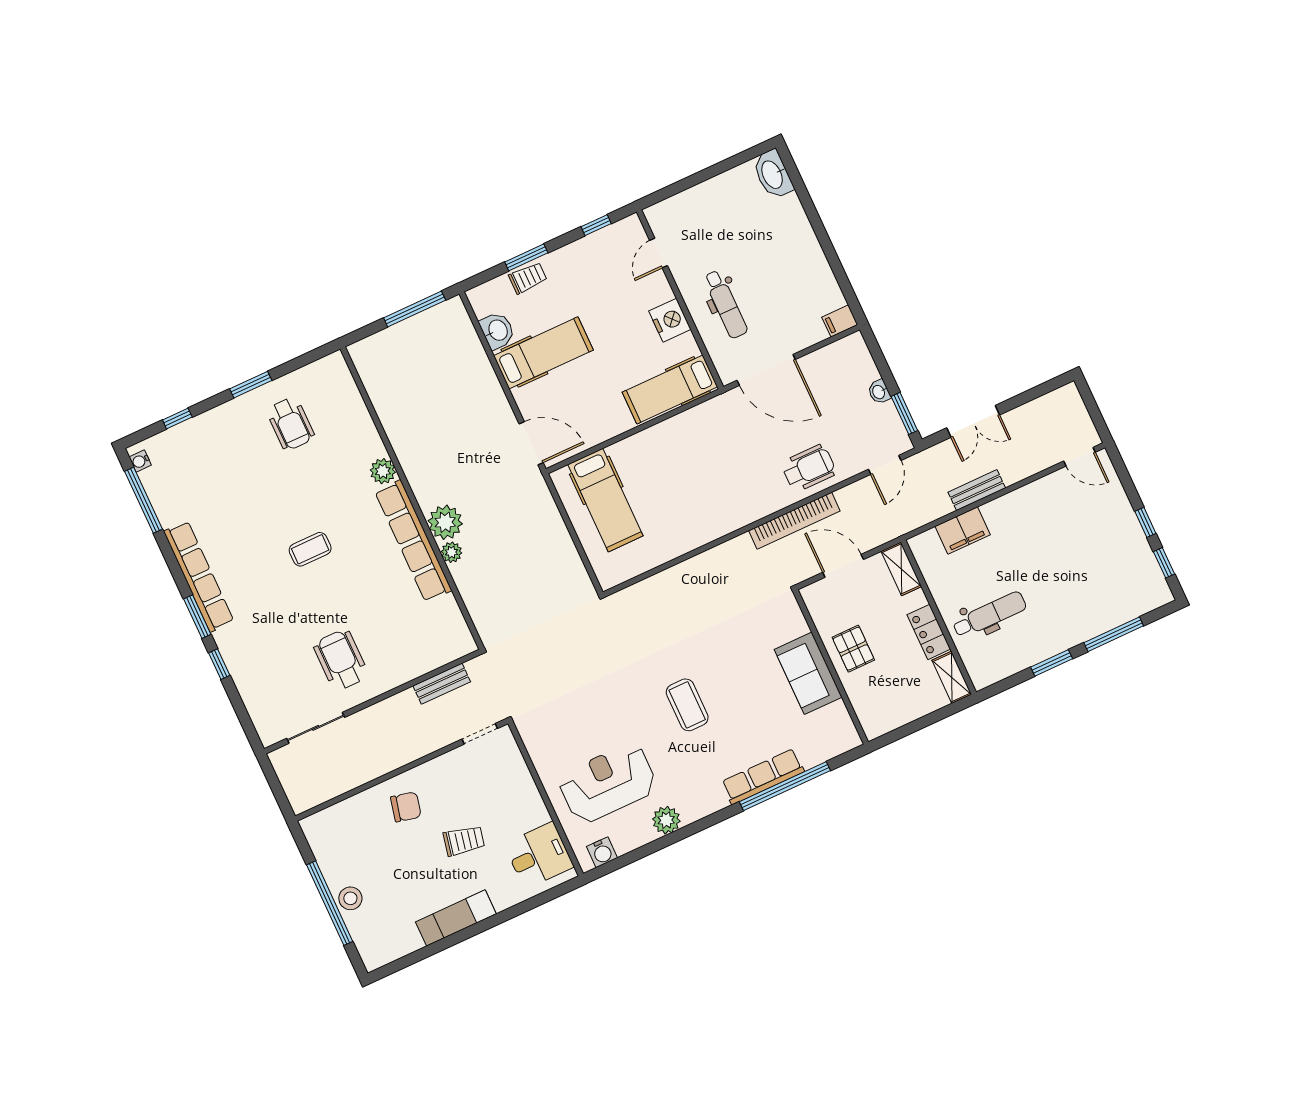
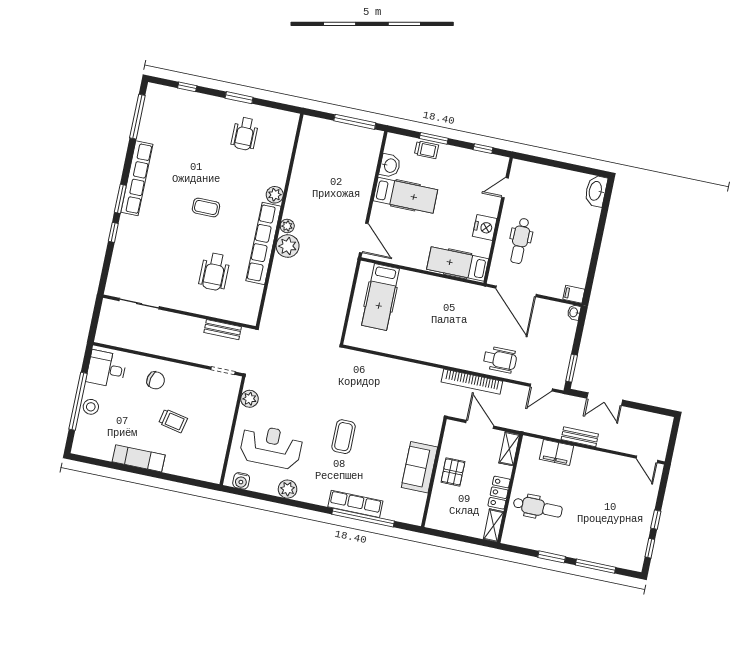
washbasin: (879, 392) -> (574, 312), moved
water cooler: (140, 461) -> (151, 95), removed
plant: (452, 552) -> (287, 226), moved
wheelchair: (341, 660) -> (214, 272), moved, turned 180
plant: (538, 744) -> (250, 399), added
desk: (539, 855) -> (106, 369), moved, turned 180

